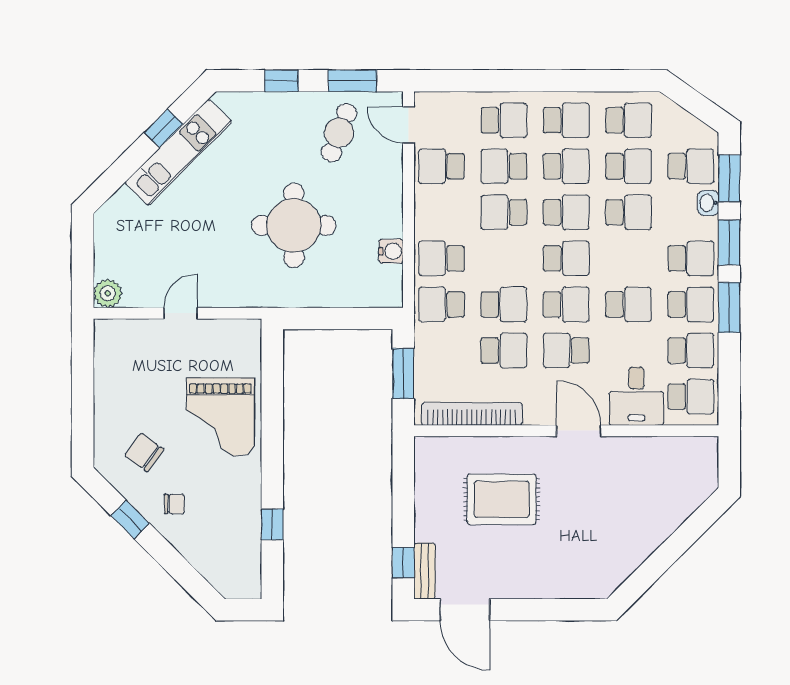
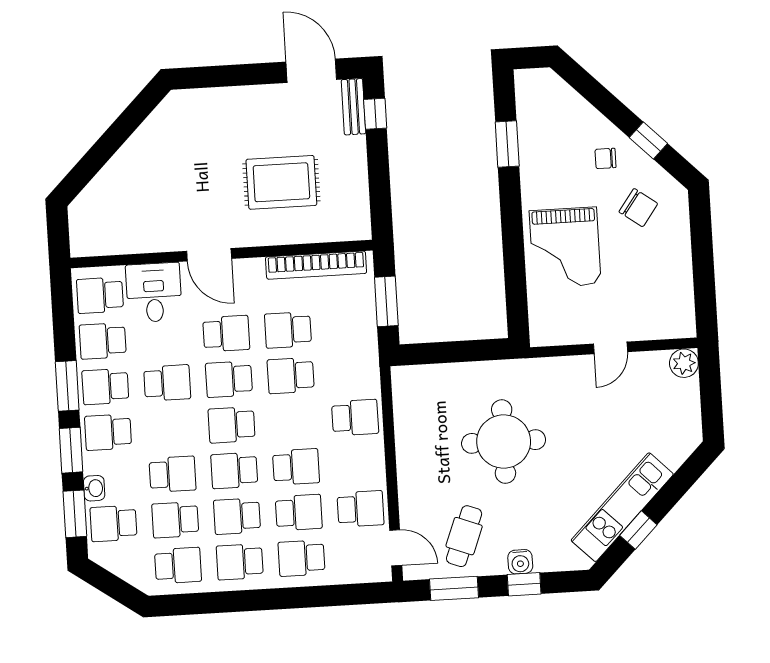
school desk: (629, 120) -> (178, 565), turned 180
school desk: (629, 212) -> (173, 474), turned 180
water cooler: (391, 251) -> (520, 562), moved, turned -90
school desk: (442, 304) -> (352, 372), removed
school desk: (629, 304) -> (167, 383), turned 180
grand piano: (220, 417) -> (565, 247), turned 180
window: (272, 524) -> (507, 144), width x1.50

